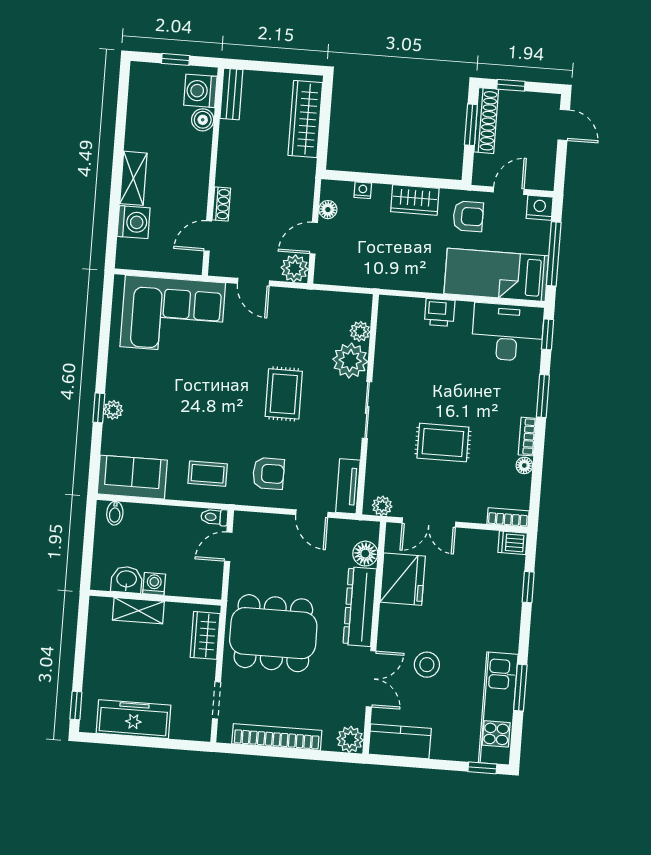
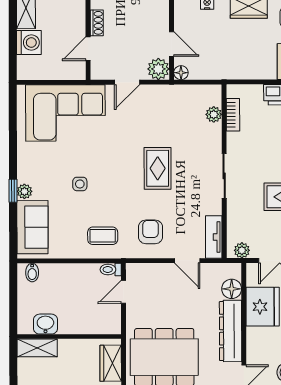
floor lamp: (328, 210) -> (181, 73), moved
door: (314, 238) -> (172, 44), swing flipped
door: (254, 282) -> (127, 82), hinge flipped
bookcase: (384, 334) -> (233, 115), added
plant: (350, 361) -> (208, 138), removed
side table: (184, 406) -> (80, 184), added
armchair: (268, 474) -> (150, 232), turned -90
sofa: (132, 477) -> (32, 227), moved, turned 90
washing machine: (154, 584) -> (67, 326), removed
shelving: (138, 611) -> (37, 348), moved

